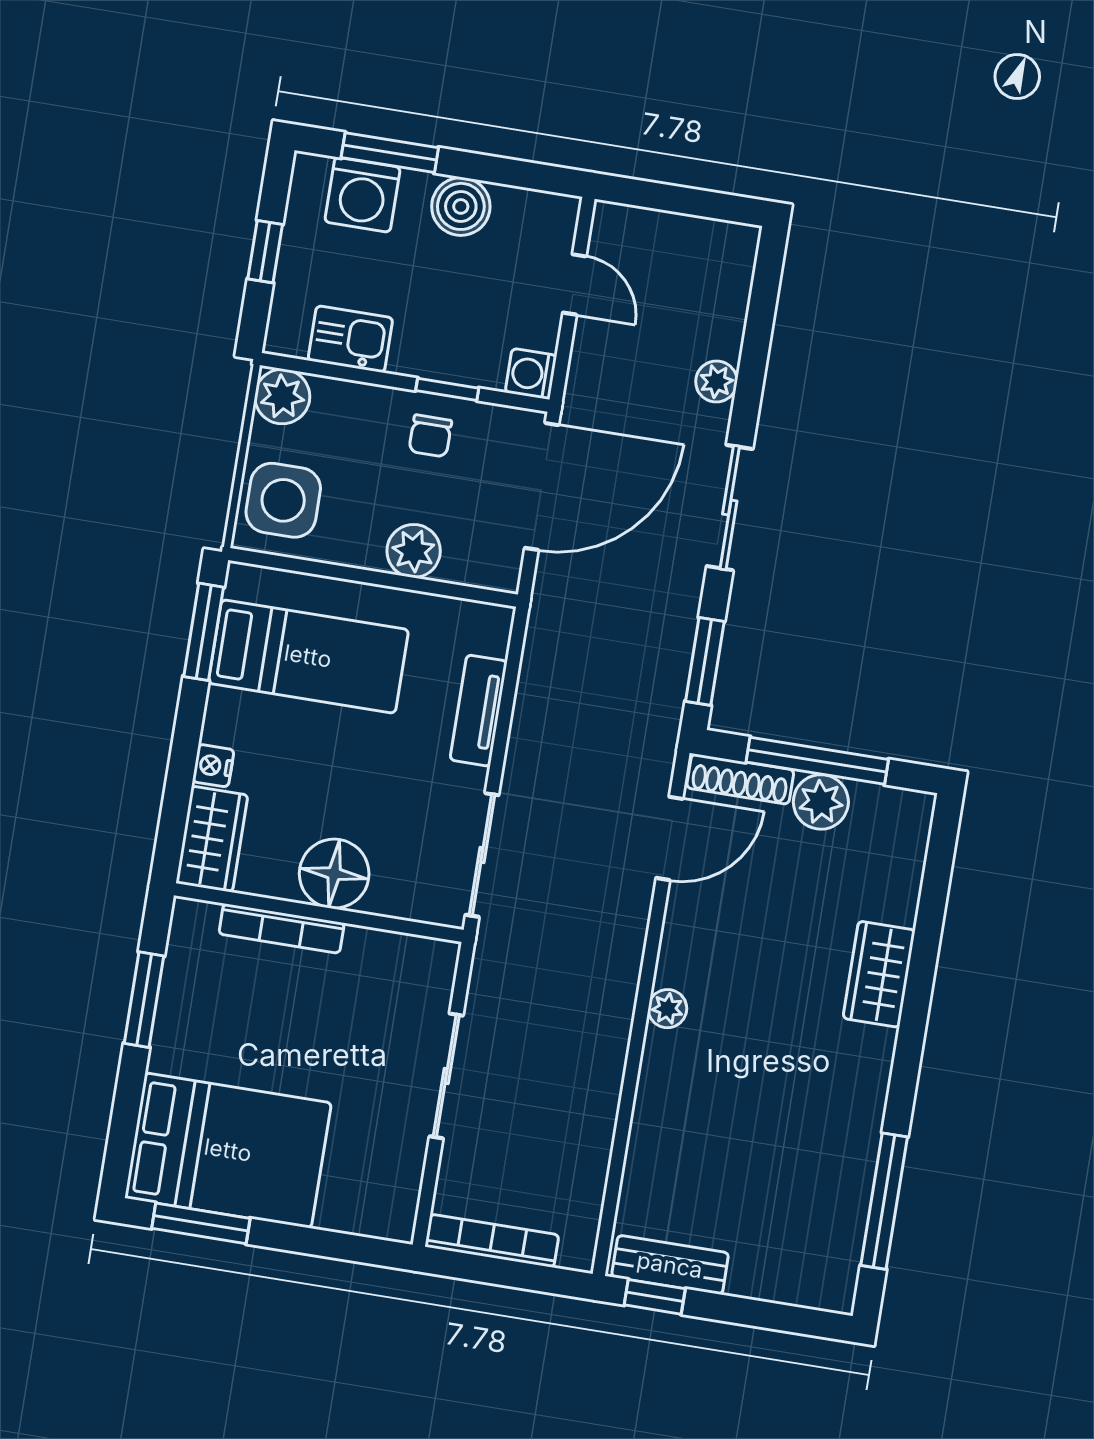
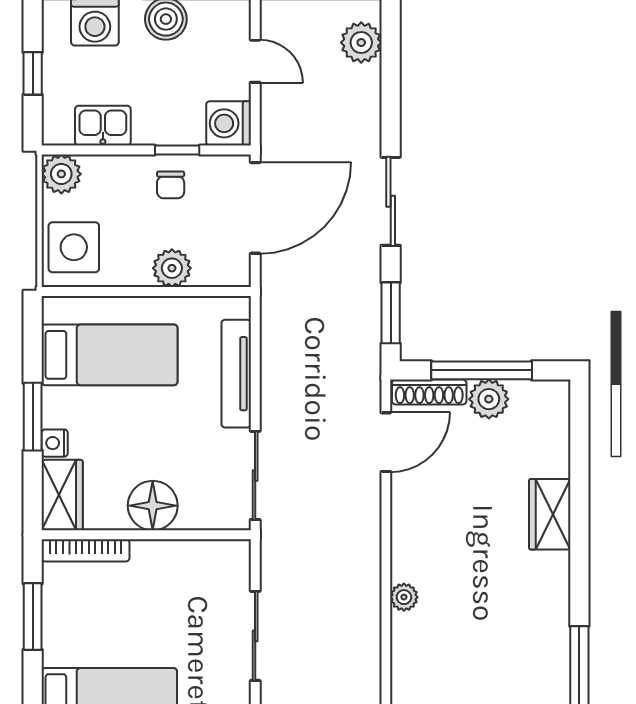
washing machine: (531, 374) -> (229, 123), width x1.38, depth x1.38
plant: (716, 382) -> (361, 43), moved, width x1.38, depth x1.38
window: (204, 632) -> (33, 417), moved
tv unit: (479, 711) -> (236, 374), width x1.41
bookcase: (282, 928) -> (85, 550), moved
plant: (667, 1009) -> (404, 597), moved

